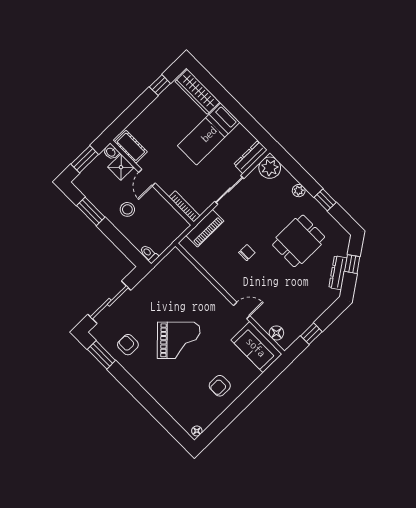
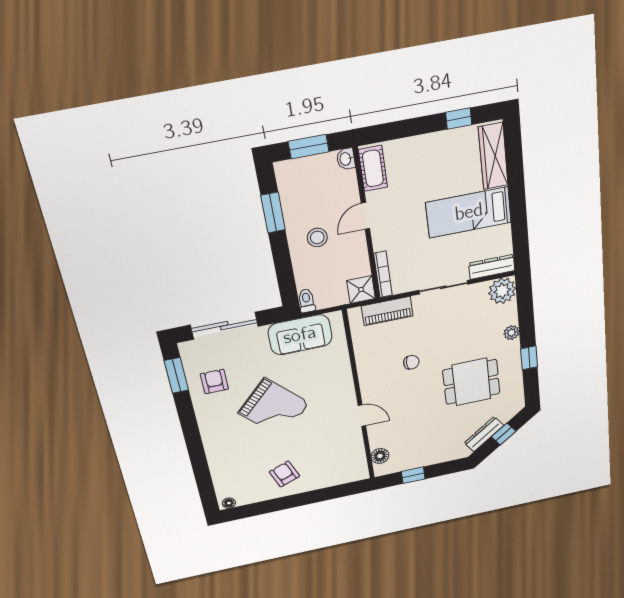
shower: (121, 167) -> (361, 290), moved
sofa: (256, 347) -> (300, 335), moved, turned -90
armchair: (220, 386) -> (284, 474), turned 69

